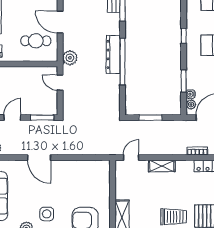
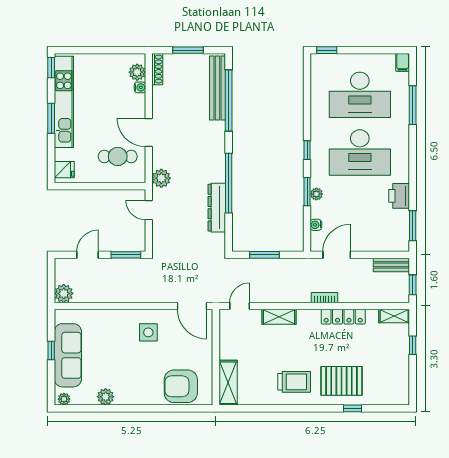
dresser: (113, 54) -> (217, 208), moved
window: (184, 81) -> (307, 192), moved
plant: (191, 104) -> (316, 194), moved
door: (39, 158) -> (192, 306), moved
side table: (47, 214) -> (148, 332), moved

